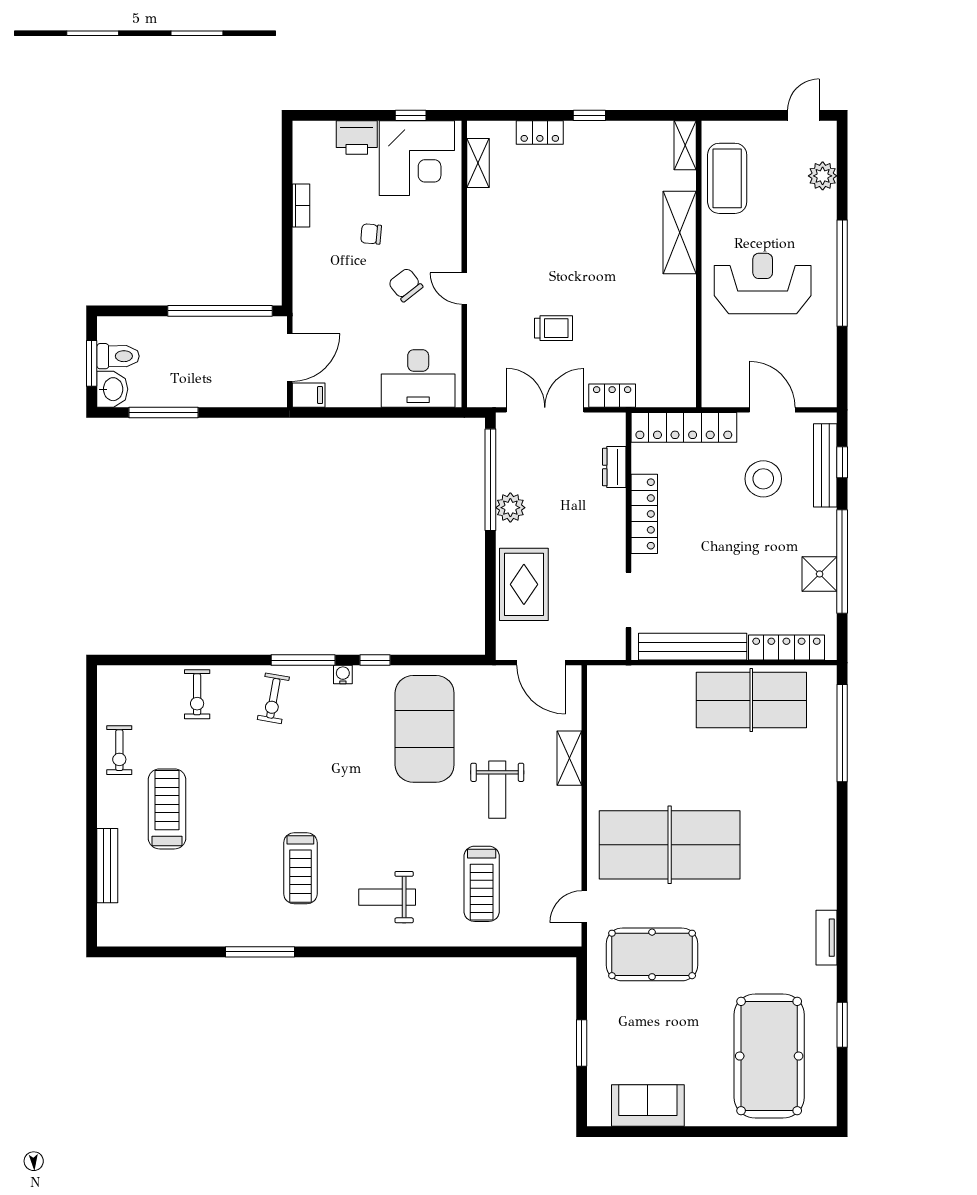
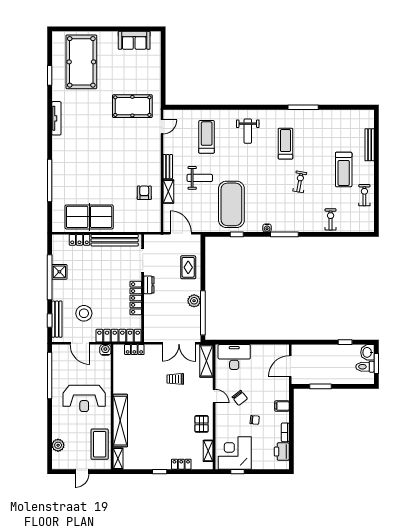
door: (803, 115) -> (82, 472), moved
printer: (357, 138) -> (282, 452), moved, turned -90
pallet: (493, 225) -> (202, 424), added
shelving: (680, 232) -> (120, 421), width x1.47
window: (842, 273) -> (50, 376), moved
window: (220, 311) -> (321, 386), width x0.47
shelving: (482, 370) -> (206, 361), added
filing cabinet: (309, 395) -> (282, 406), moved
water cooler: (714, 395) -> (105, 350), added
locker: (612, 396) -> (134, 350), moved
window: (163, 412) -> (345, 342), width x0.46
dresser: (614, 467) -> (149, 285), moved
rug: (524, 584) -> (188, 267), width x0.73, depth x0.70
locker: (786, 648) -> (79, 240), width x0.66
window: (375, 660) -> (237, 234), moved
exercise bike: (273, 698) -> (300, 182), moved
window: (842, 733) -> (50, 180), moved
armchair: (625, 756) -> (144, 193), added
weight bench: (497, 790) -> (200, 178), turned 90
bench: (571, 816) -> (168, 167), added
table tennis table: (670, 845) -> (125, 154), removed
weight bench: (387, 897) -> (248, 131), turned 90
tv unit: (826, 938) -> (56, 118), width x1.41
window: (582, 1043) -> (163, 68), removed

